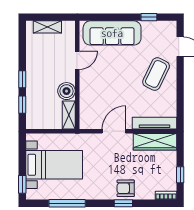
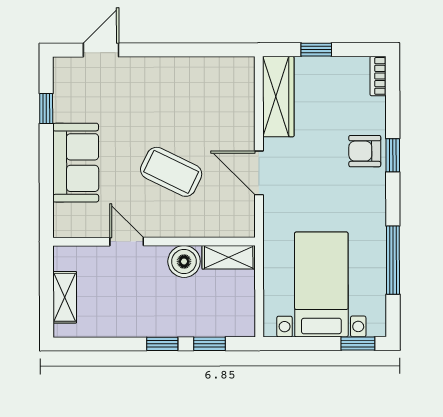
sofa: (112, 33) -> (76, 163), width x0.73
coffee table: (156, 74) -> (171, 172), moved
tv unit: (155, 123) -> (244, 98), removed
window: (180, 175) -> (316, 50), moved
armchair: (126, 188) -> (365, 151), turned 90

